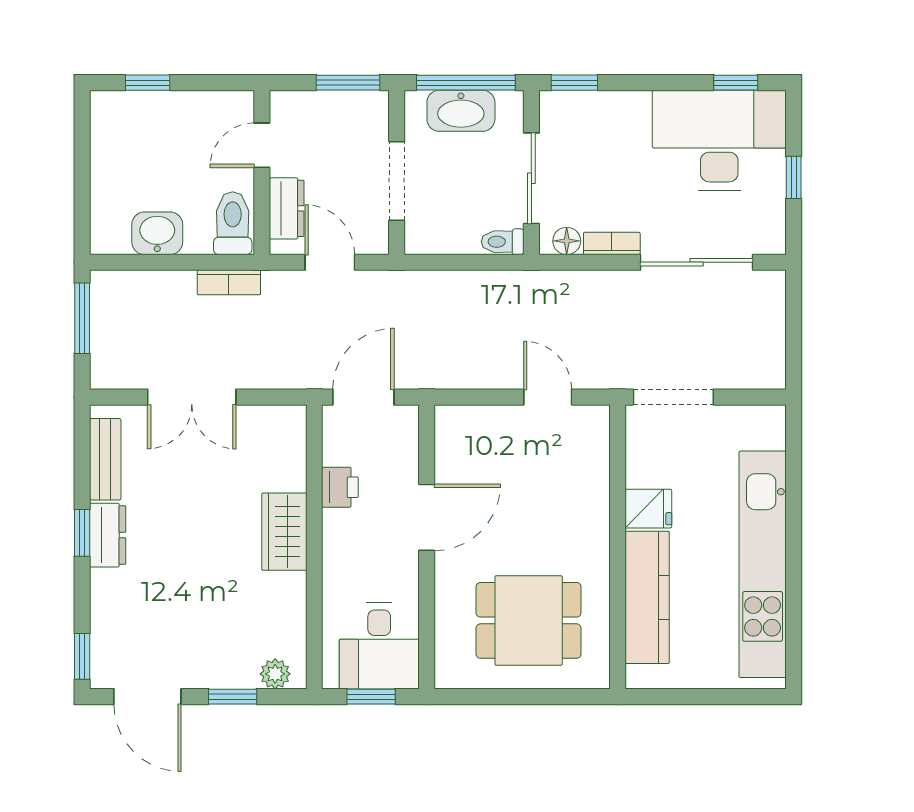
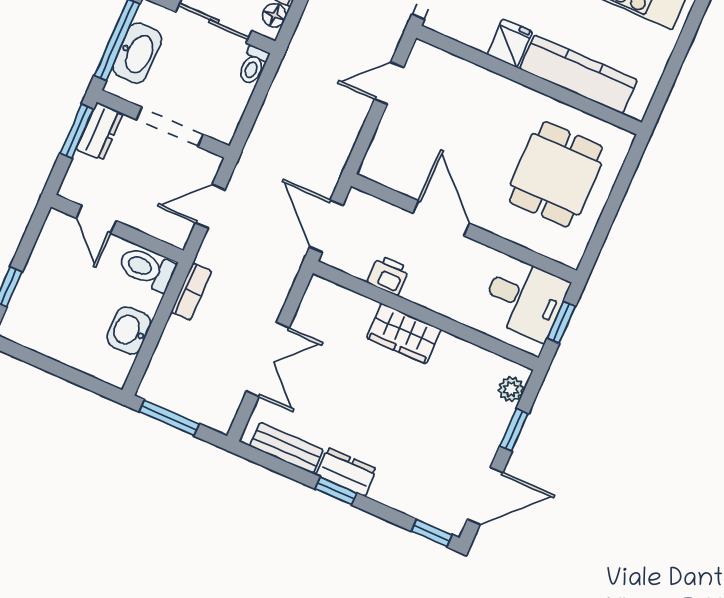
dresser: (287, 208) -> (100, 131), moved, turned 90

